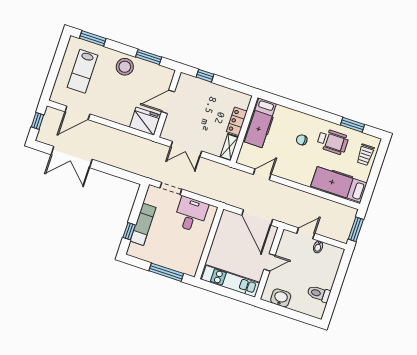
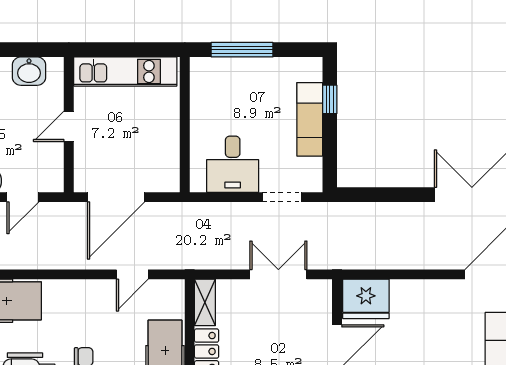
door: (257, 217) -> (116, 197), swing flipped

